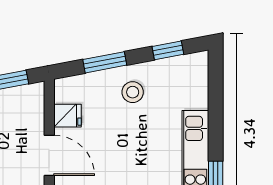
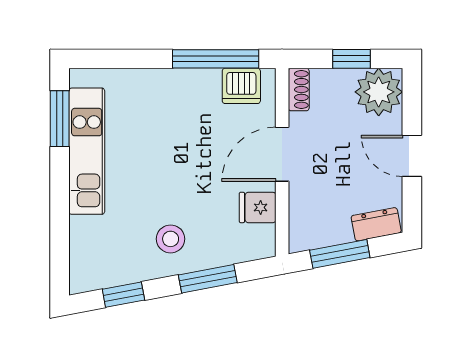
door: (49, 155) -> (282, 154), hinge flipped

